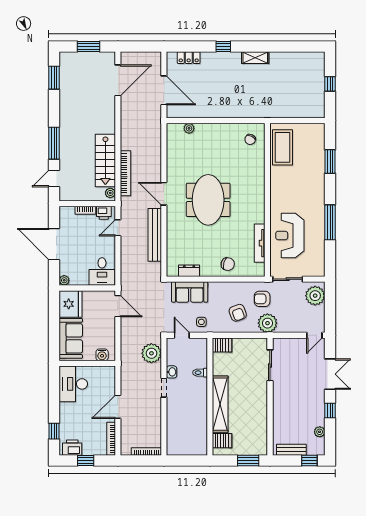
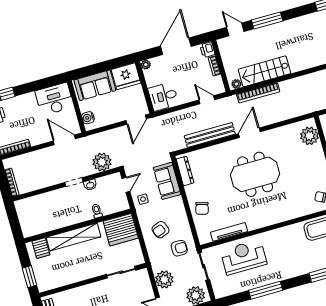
plant: (189, 128) -> (309, 136), width x1.88, depth x1.88
printer: (104, 213) -> (207, 50), moved
dresser: (189, 271) -> (185, 171), width x1.44
armchair: (262, 299) -> (179, 248), turned 90
plant: (267, 323) -> (164, 279), moved
server rack: (222, 345) -> (121, 230), width x2.18, depth x1.44
door: (118, 407) -> (64, 140), moved

